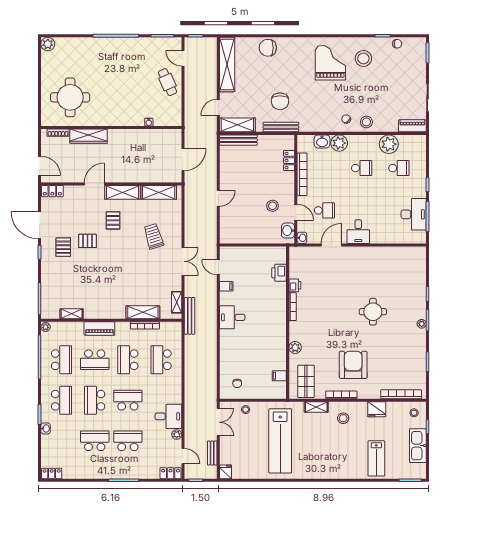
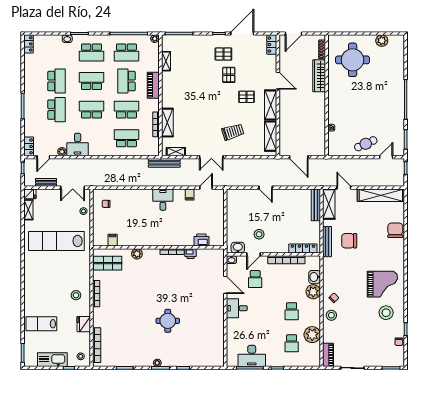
plant: (48, 44) -> (382, 41), moved
locker: (289, 161) -> (303, 249), width x1.53
armchair: (353, 365) -> (122, 304), removed
school desk: (128, 400) -> (91, 110), turned -90
shelving: (316, 407) -> (28, 210), moved

